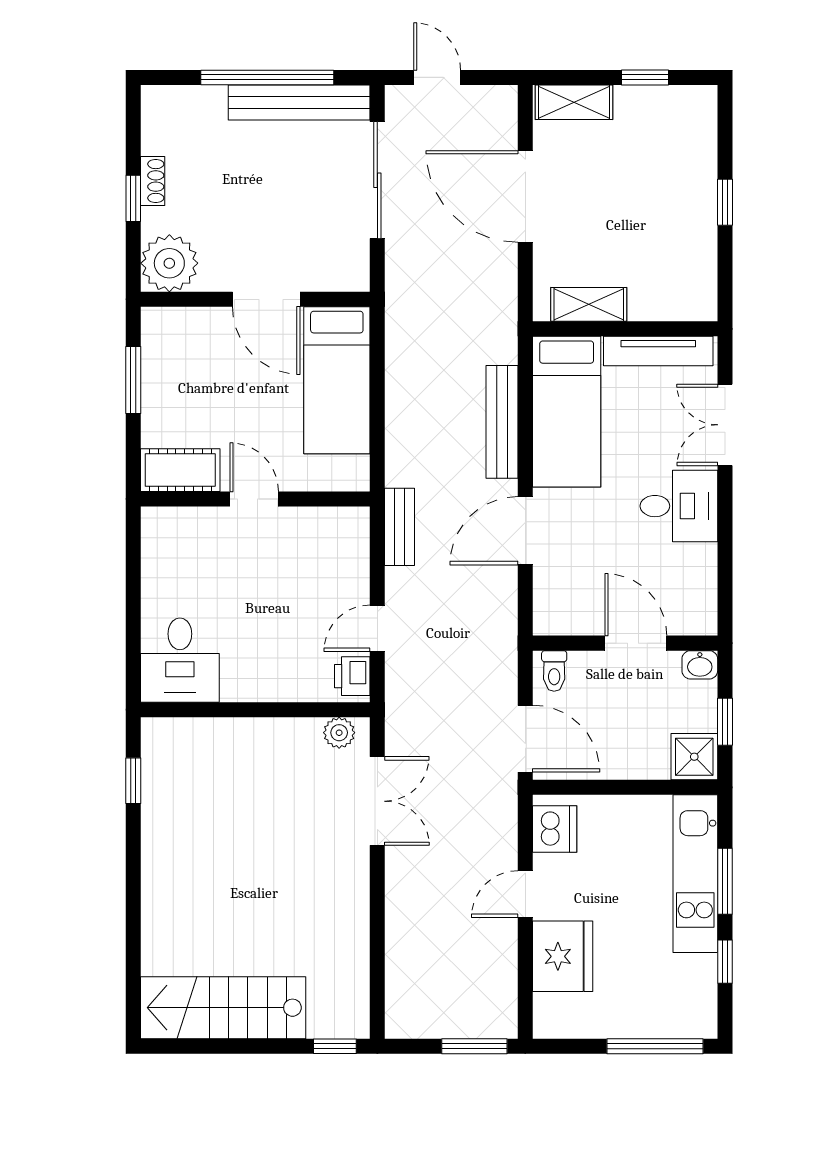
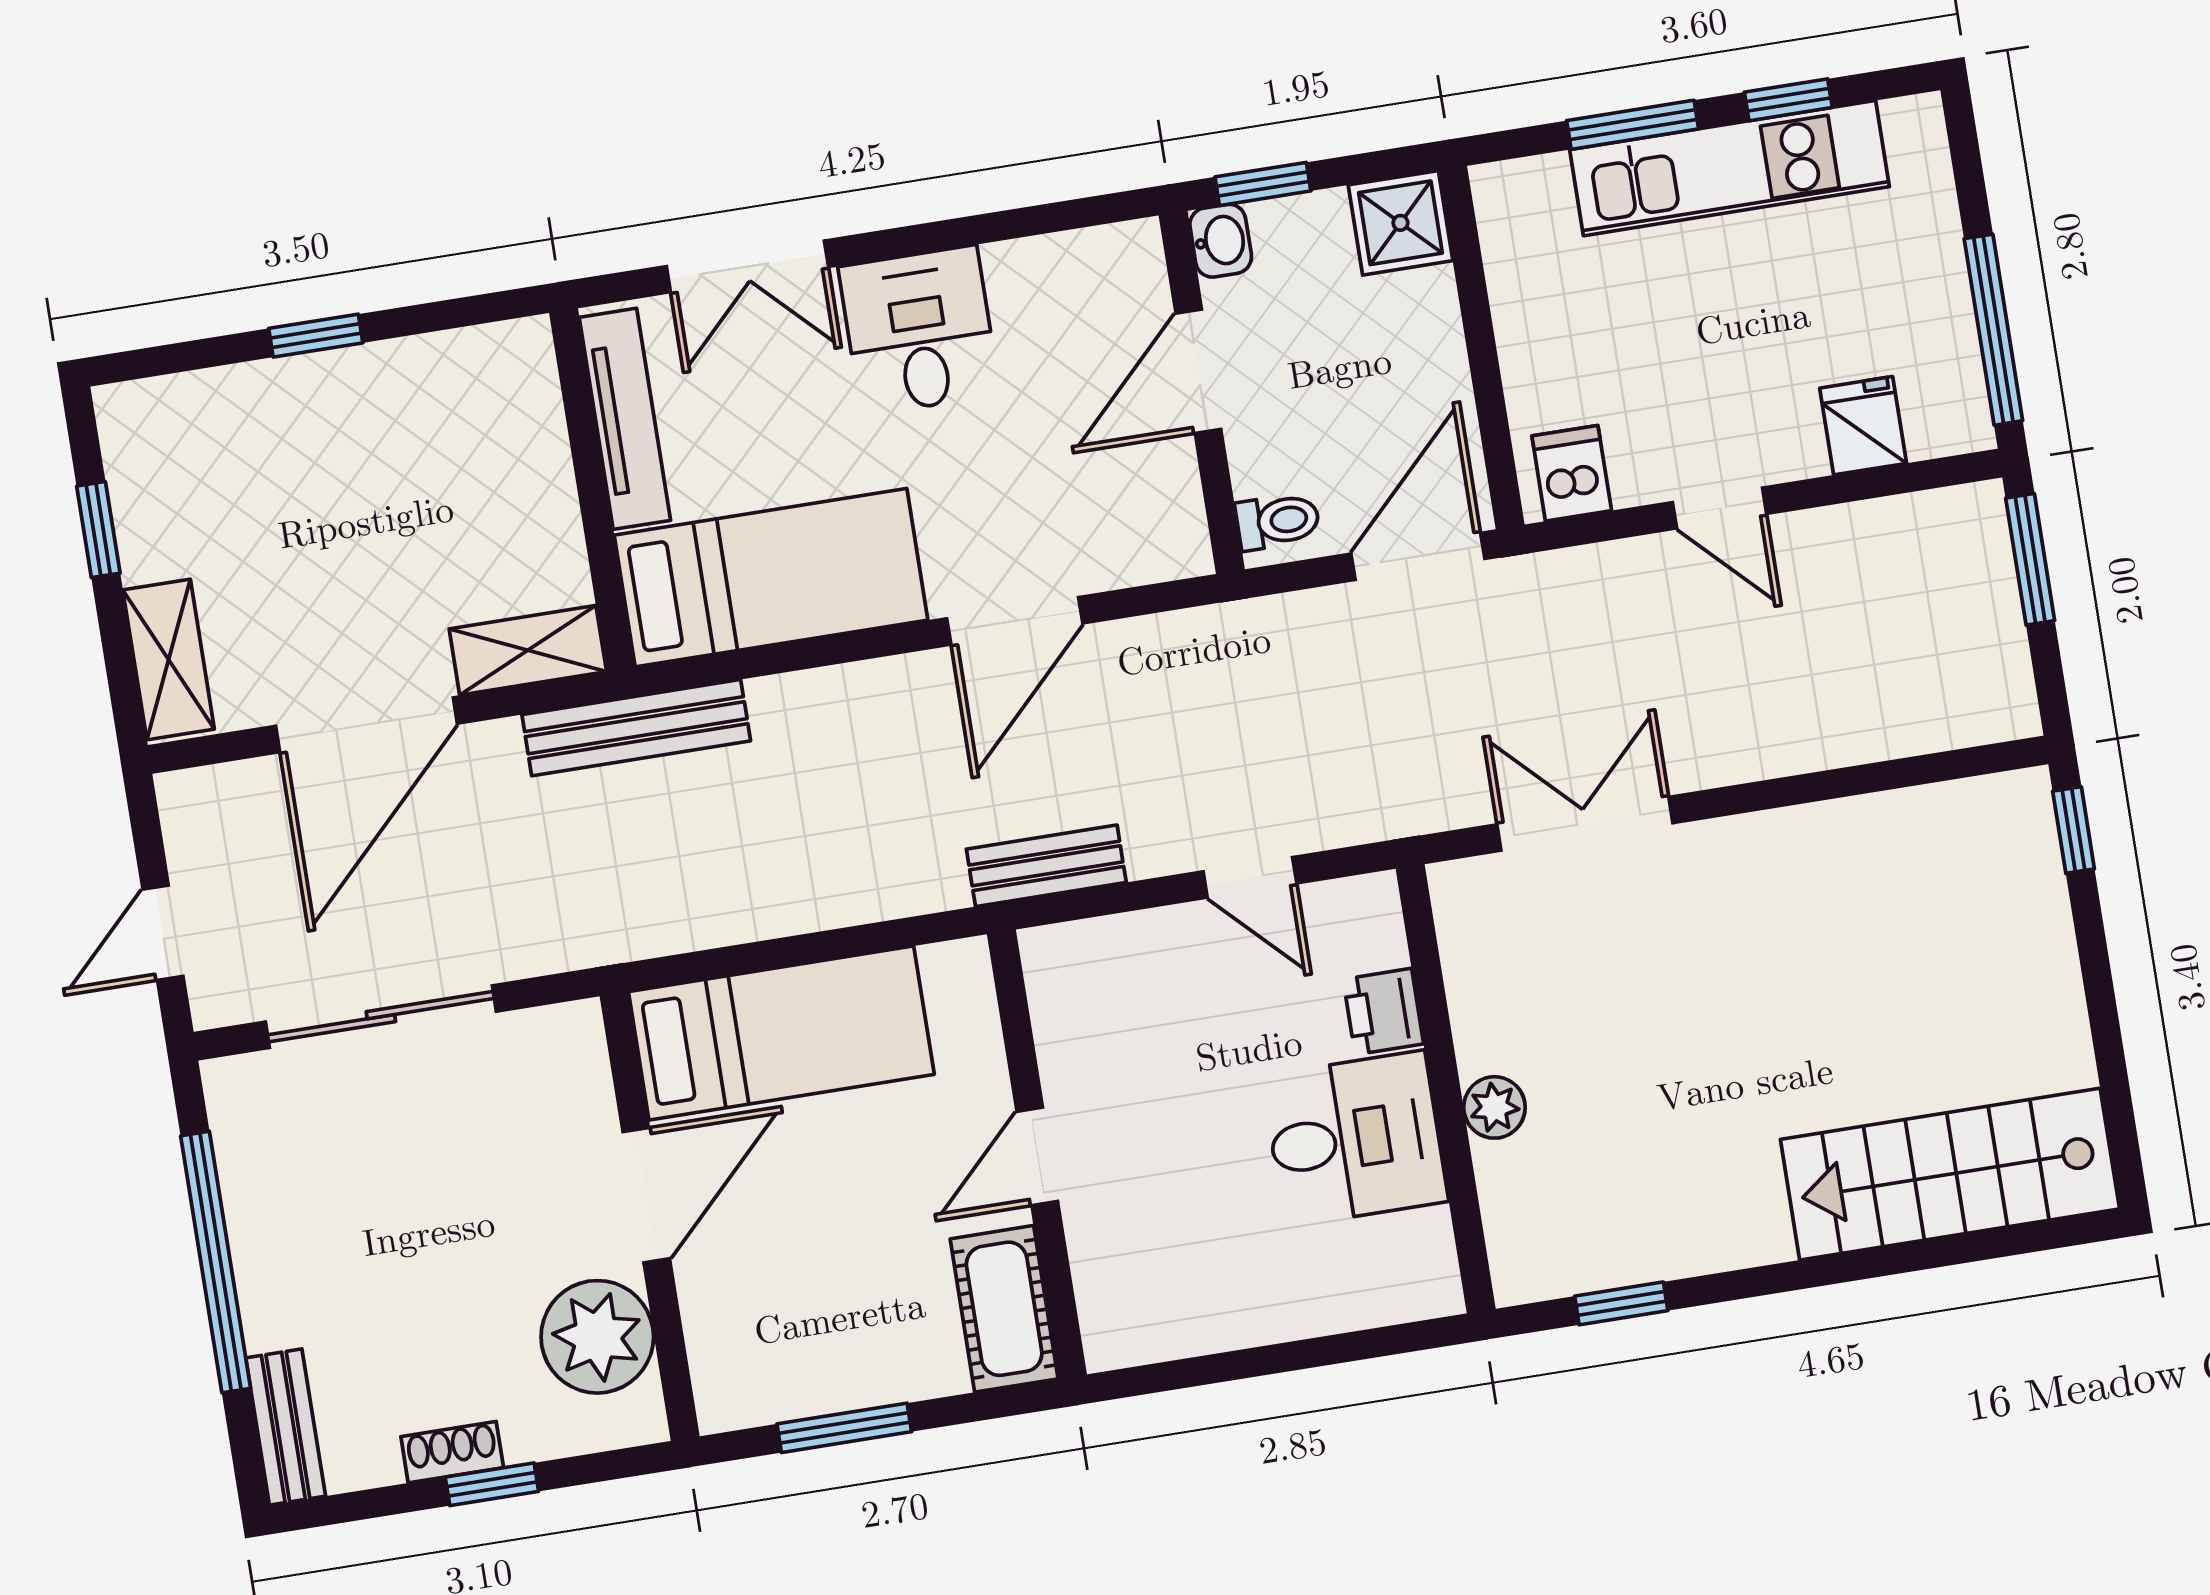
bench: (299, 102) -> (286, 1427), moved, width x0.54, depth x0.82
plant: (169, 263) -> (597, 1337), moved
shelving: (589, 304) -> (528, 650), moved, turned 90
bench: (502, 422) -> (636, 728), moved
door: (525, 531) -> (1015, 621), hinge flipped
desk: (180, 660) -> (1355, 1139), moved
printer: (352, 676) -> (1383, 1012), moved, turned 90
window: (725, 722) -> (1263, 184), moved
plant: (339, 733) -> (1494, 1107), moved
dishwasher: (555, 829) -> (1572, 473), width x0.73
kitchen unit: (695, 874) -> (1730, 168), moved
fridge: (563, 956) -> (1863, 426), width x0.53, depth x0.75
stairs: (223, 1008) -> (1950, 1174), moved, turned 90
window: (655, 1046) -> (1993, 330), moved

